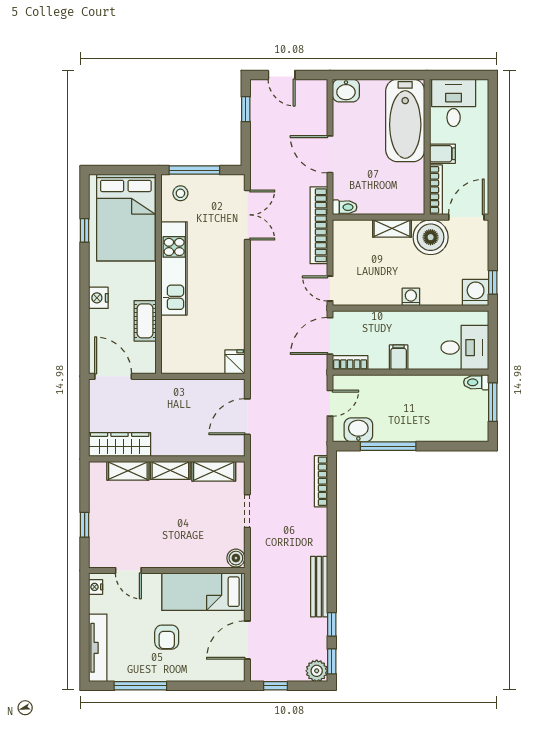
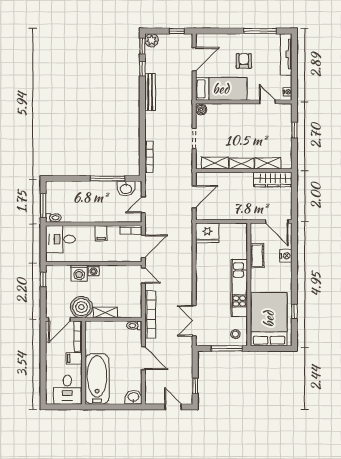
washing machine: (476, 292) -> (79, 273), moved
nightstand: (98, 298) -> (286, 256), moved
fridge: (235, 362) -> (207, 233), width x1.88, depth x1.34

